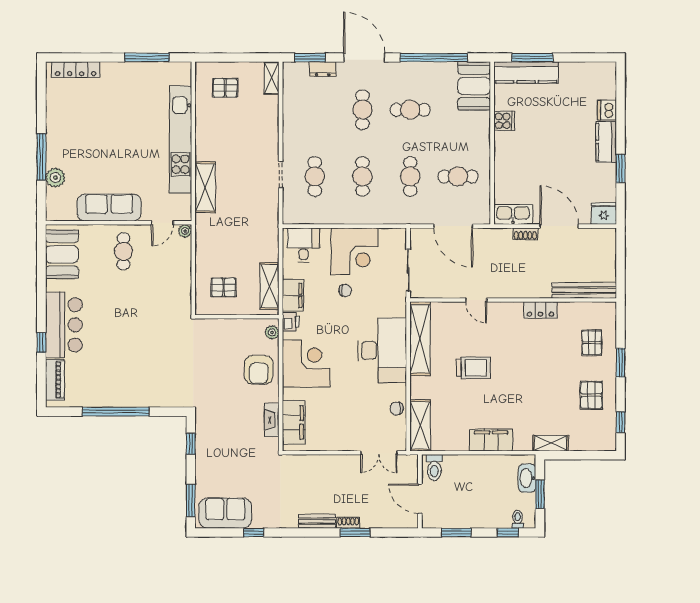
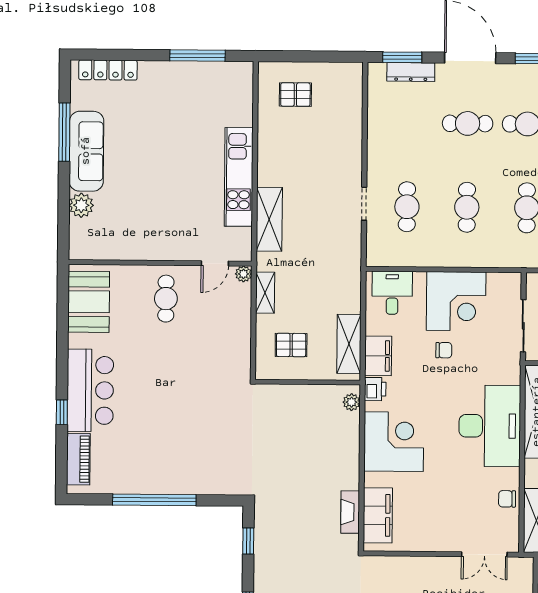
dresser: (323, 69) -> (411, 72), width x1.44
shelving: (272, 78) -> (265, 293), moved
cafe table: (362, 110) -> (468, 123), turned 90
kitchen unit: (181, 140) -> (239, 177), width x0.73
window: (41, 157) -> (64, 132), moved
sofa: (109, 208) -> (86, 151), moved, turned 90
armchair: (259, 370) -> (334, 449), removed

